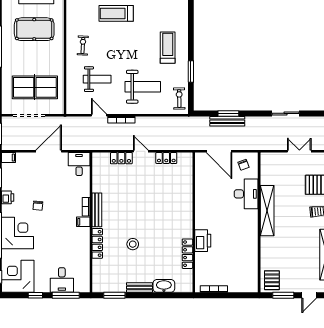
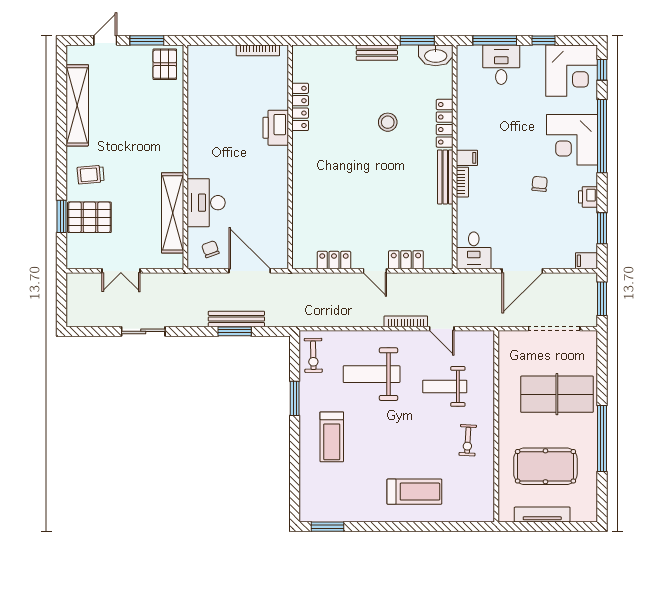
table tennis table: (35, 87) -> (557, 394), moved
shelving: (267, 211) -> (173, 213), moved
washbasin: (164, 286) -> (436, 55), moved

